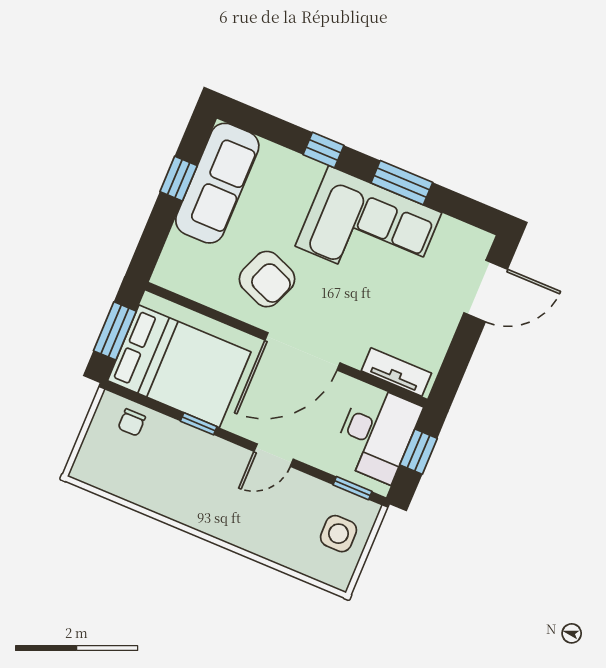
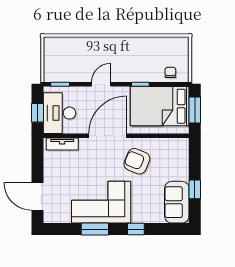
sofa: (217, 183) -> (177, 202), width x0.73
door: (486, 291) -> (38, 197), hinge flipped
side table: (339, 534) -> (58, 61), removed

